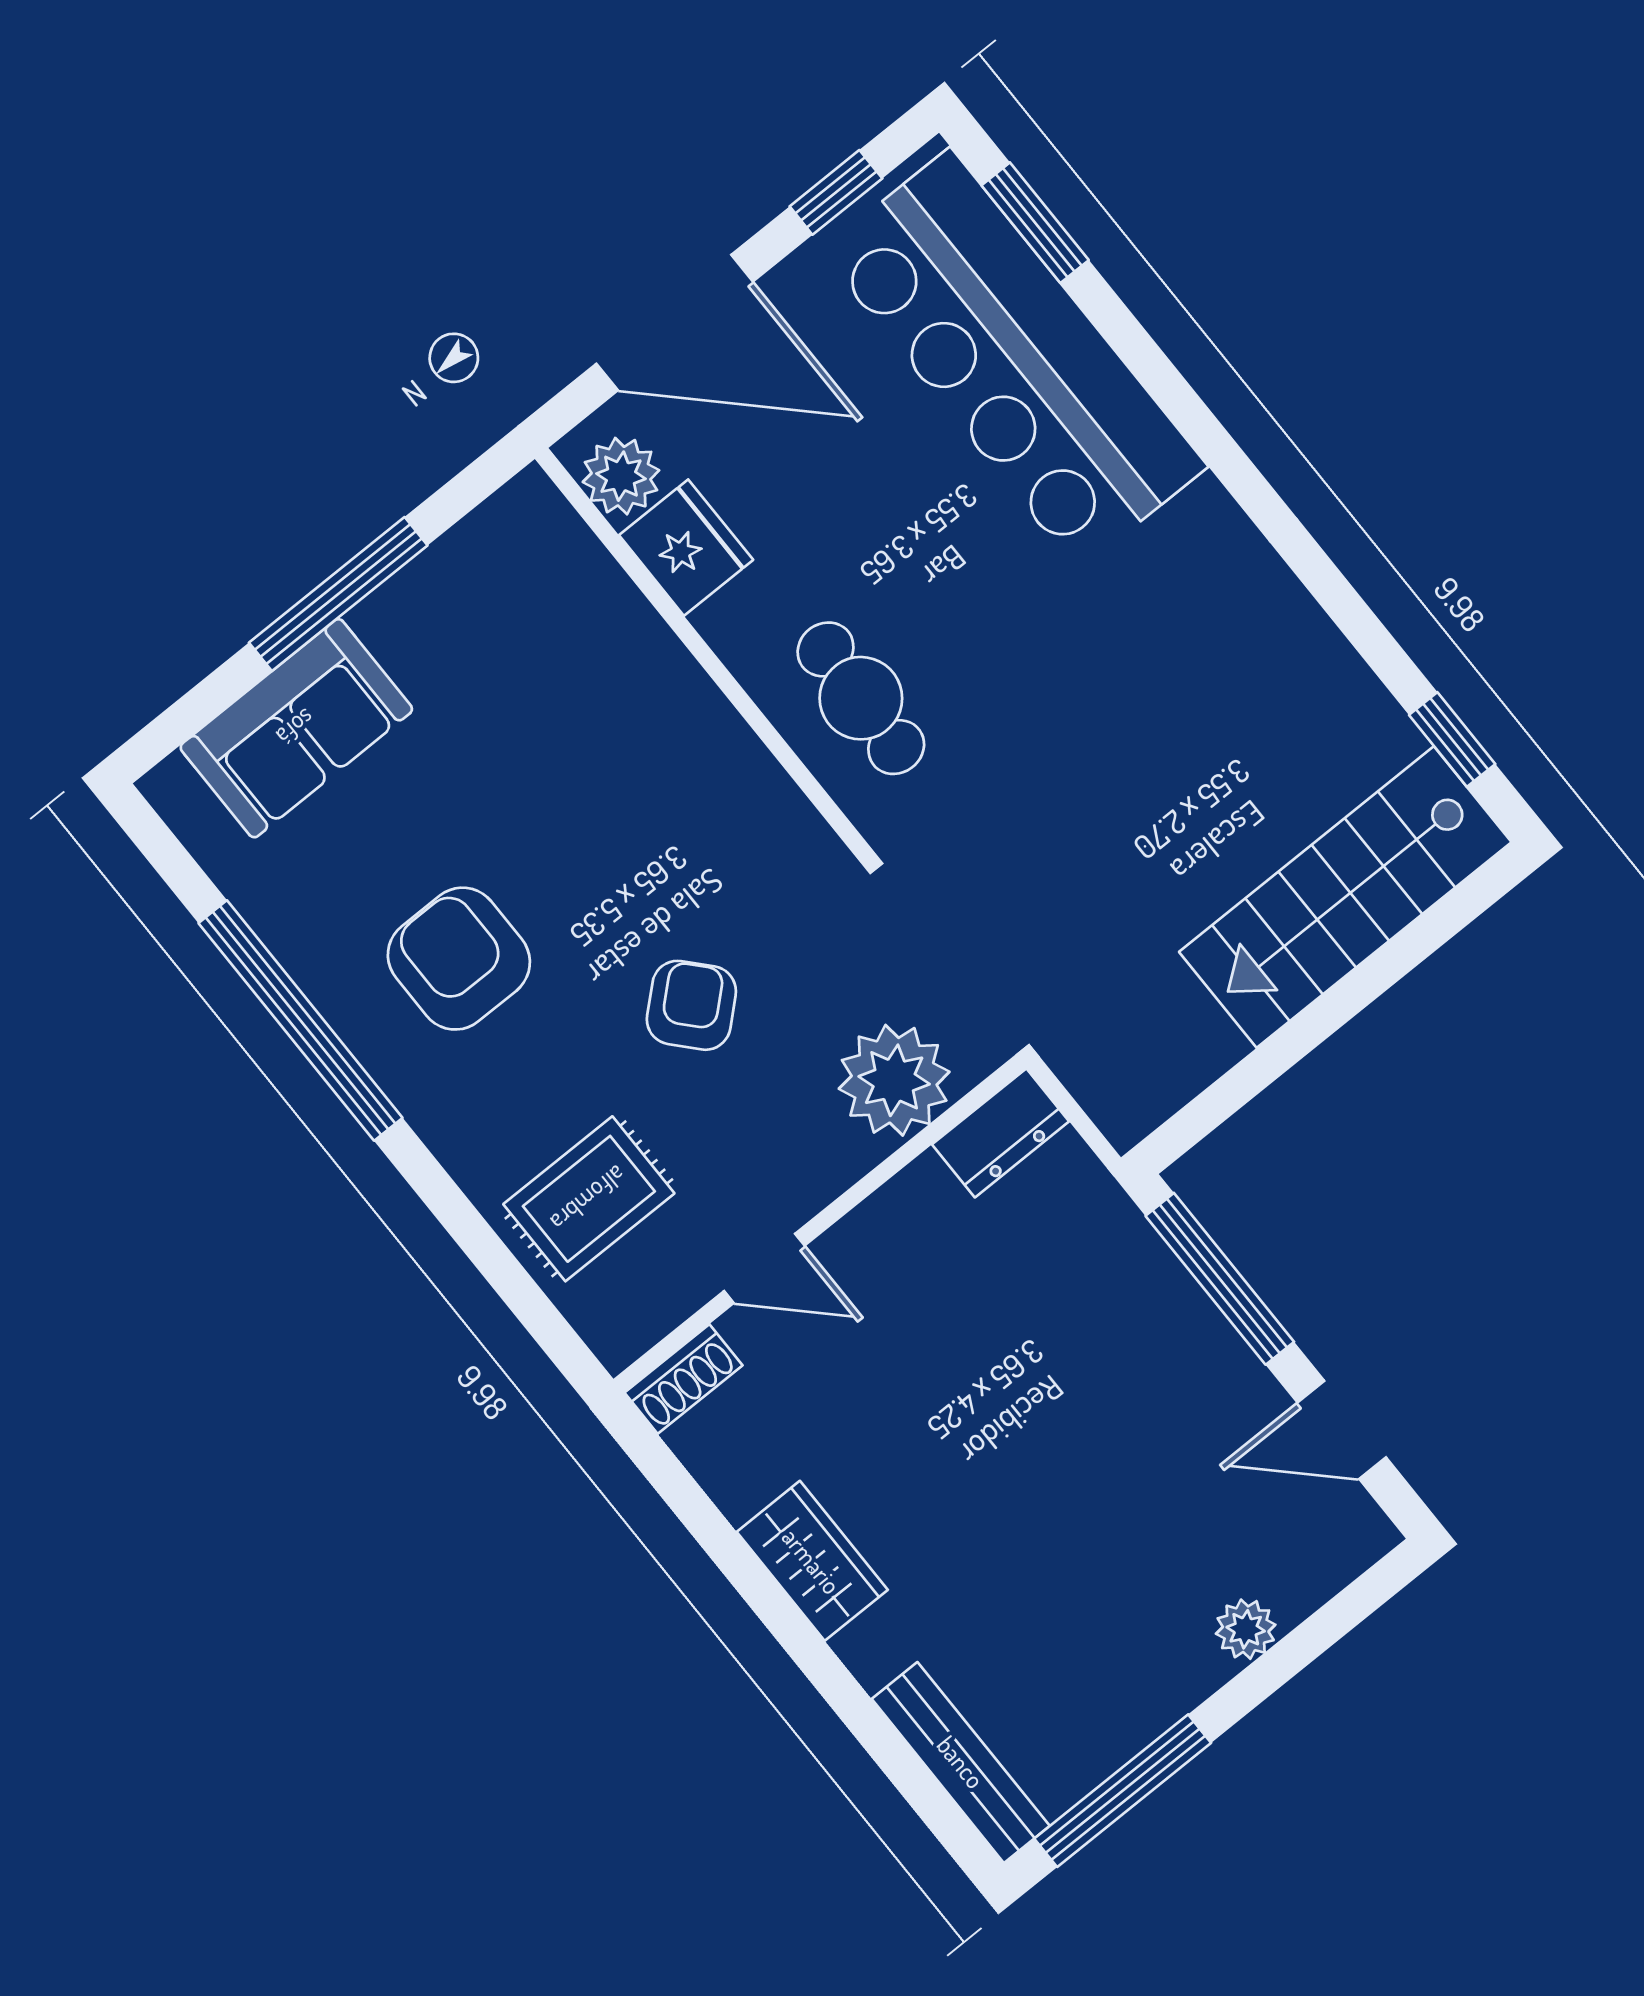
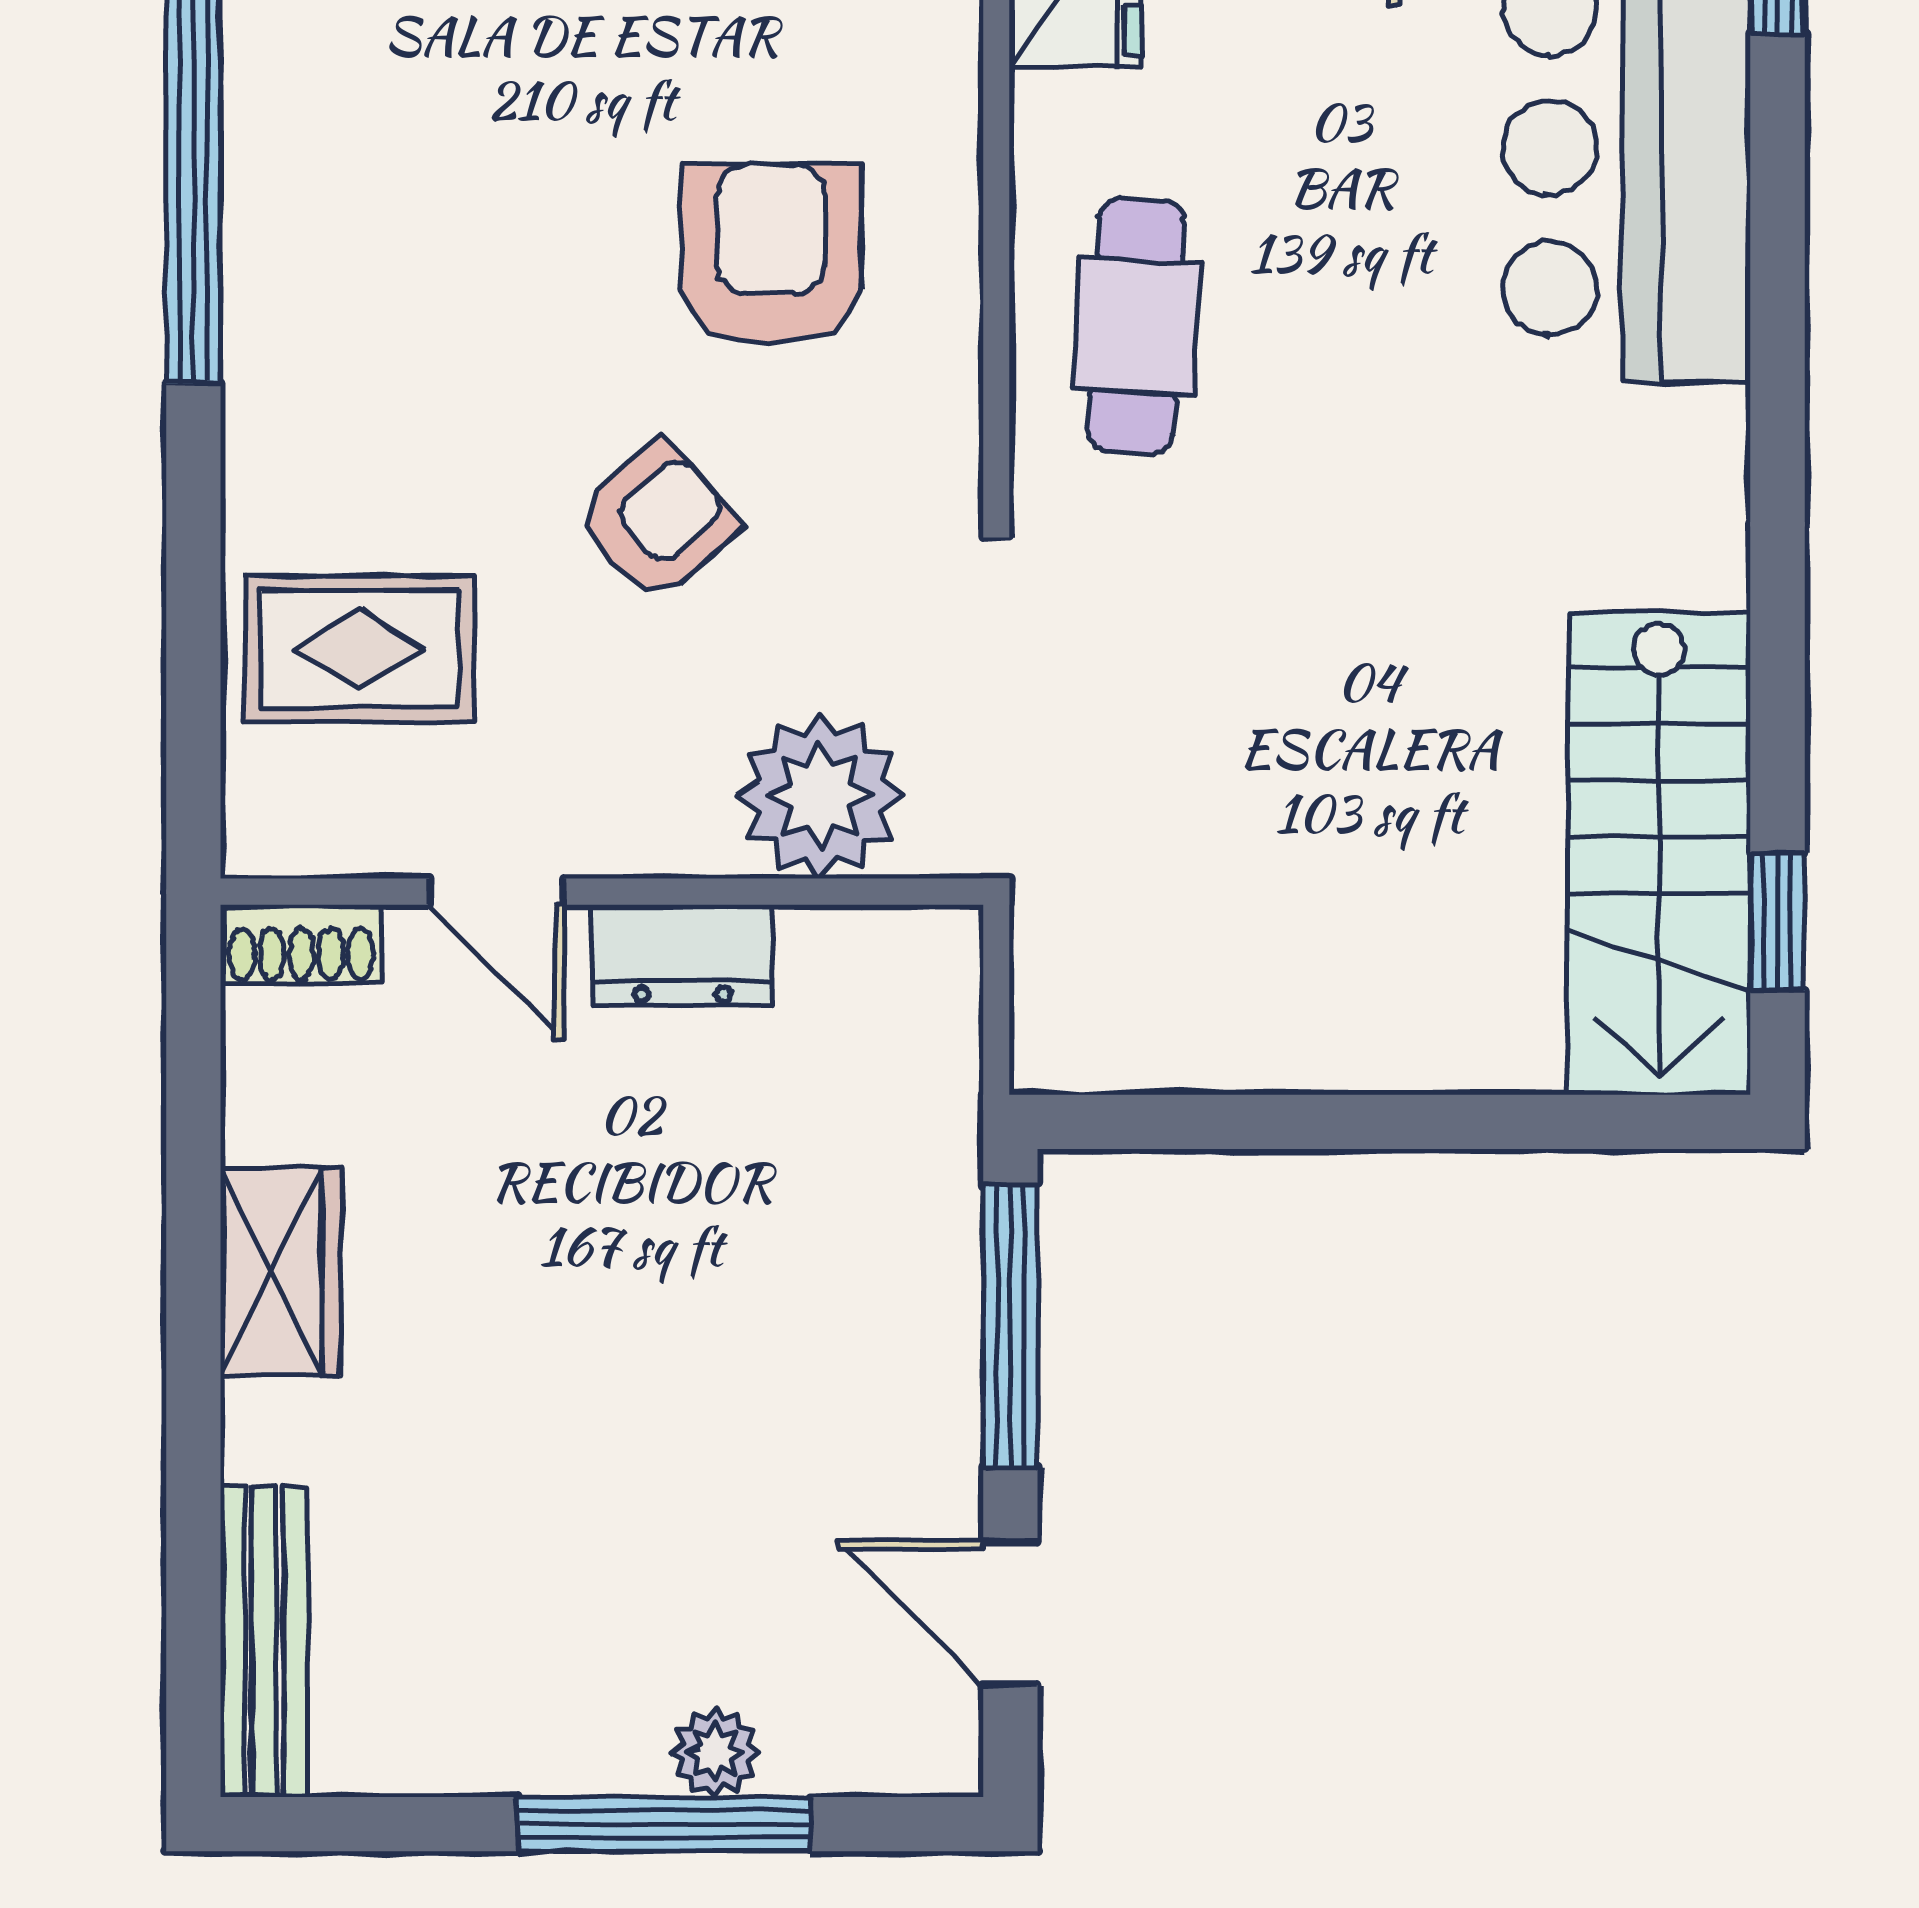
stairs: (1345, 897) -> (1659, 853), moved, turned -90
armchair: (459, 959) -> (771, 254), moved
dresser: (1001, 1133) -> (682, 955), moved
window: (1123, 1791) -> (664, 1824), moved

